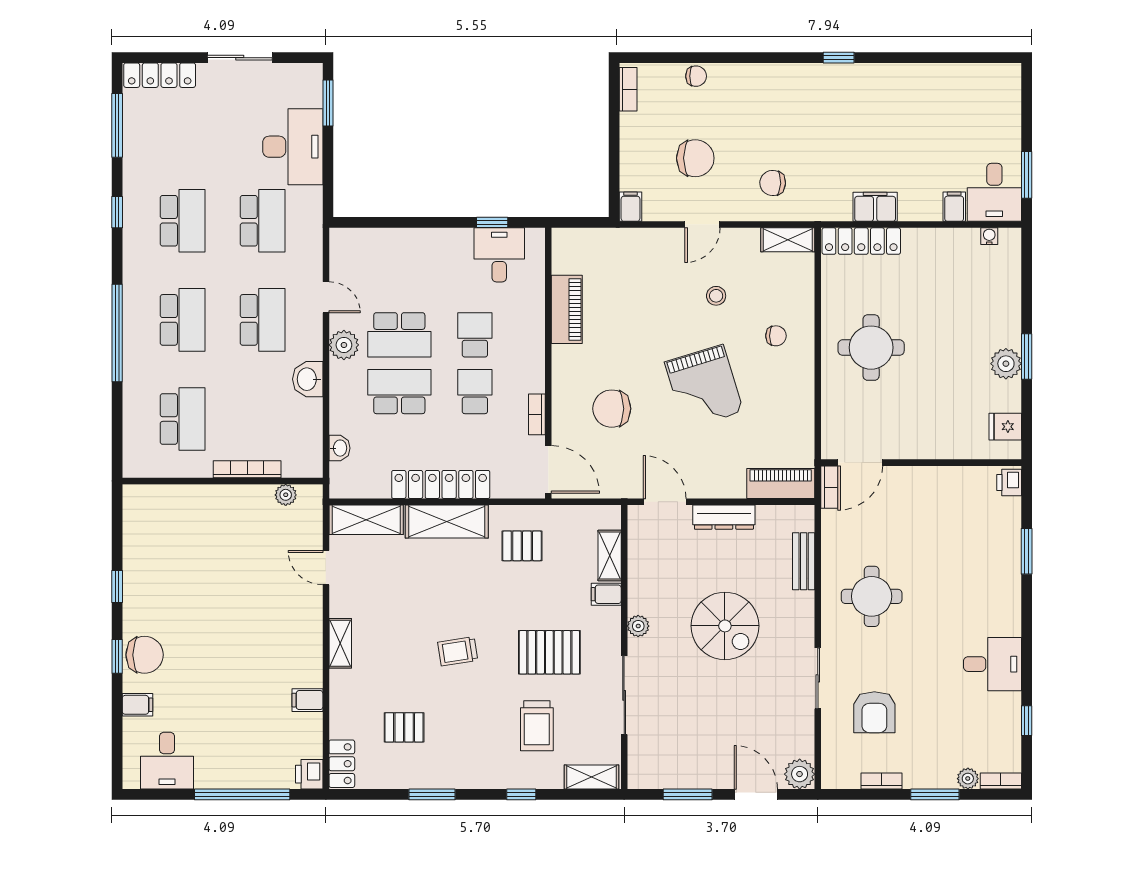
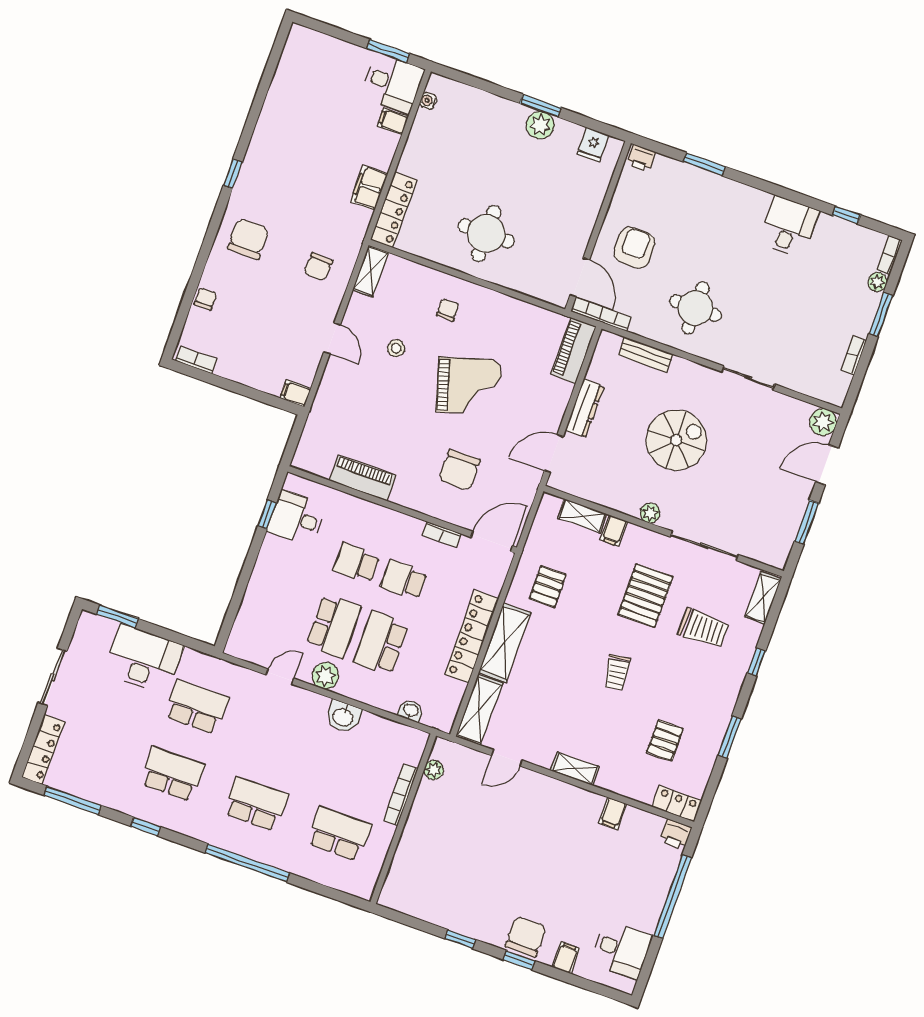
chair: (695, 158) -> (248, 239), moved
school desk: (263, 320) -> (280, 737), removed
bookcase: (829, 487) -> (601, 314), width x1.56
armchair: (874, 712) -> (634, 248), moved, turned -90

